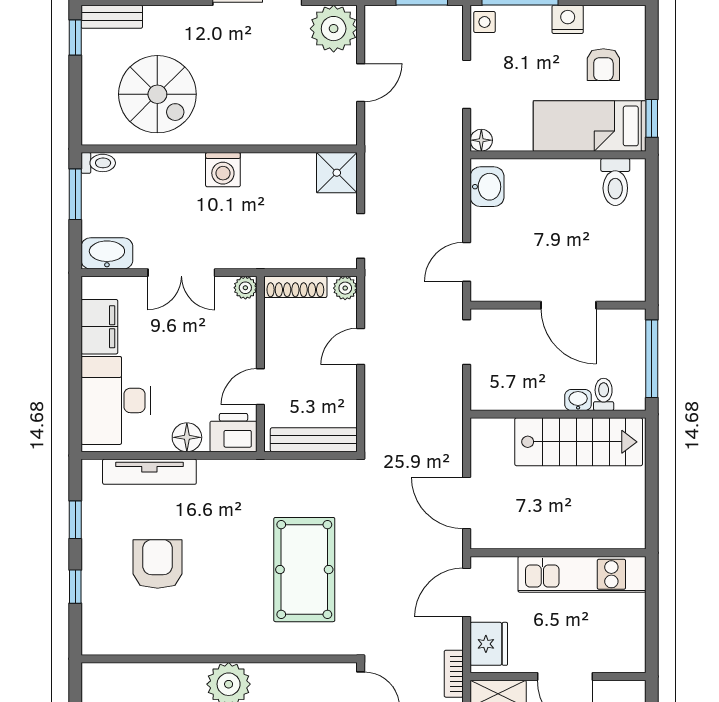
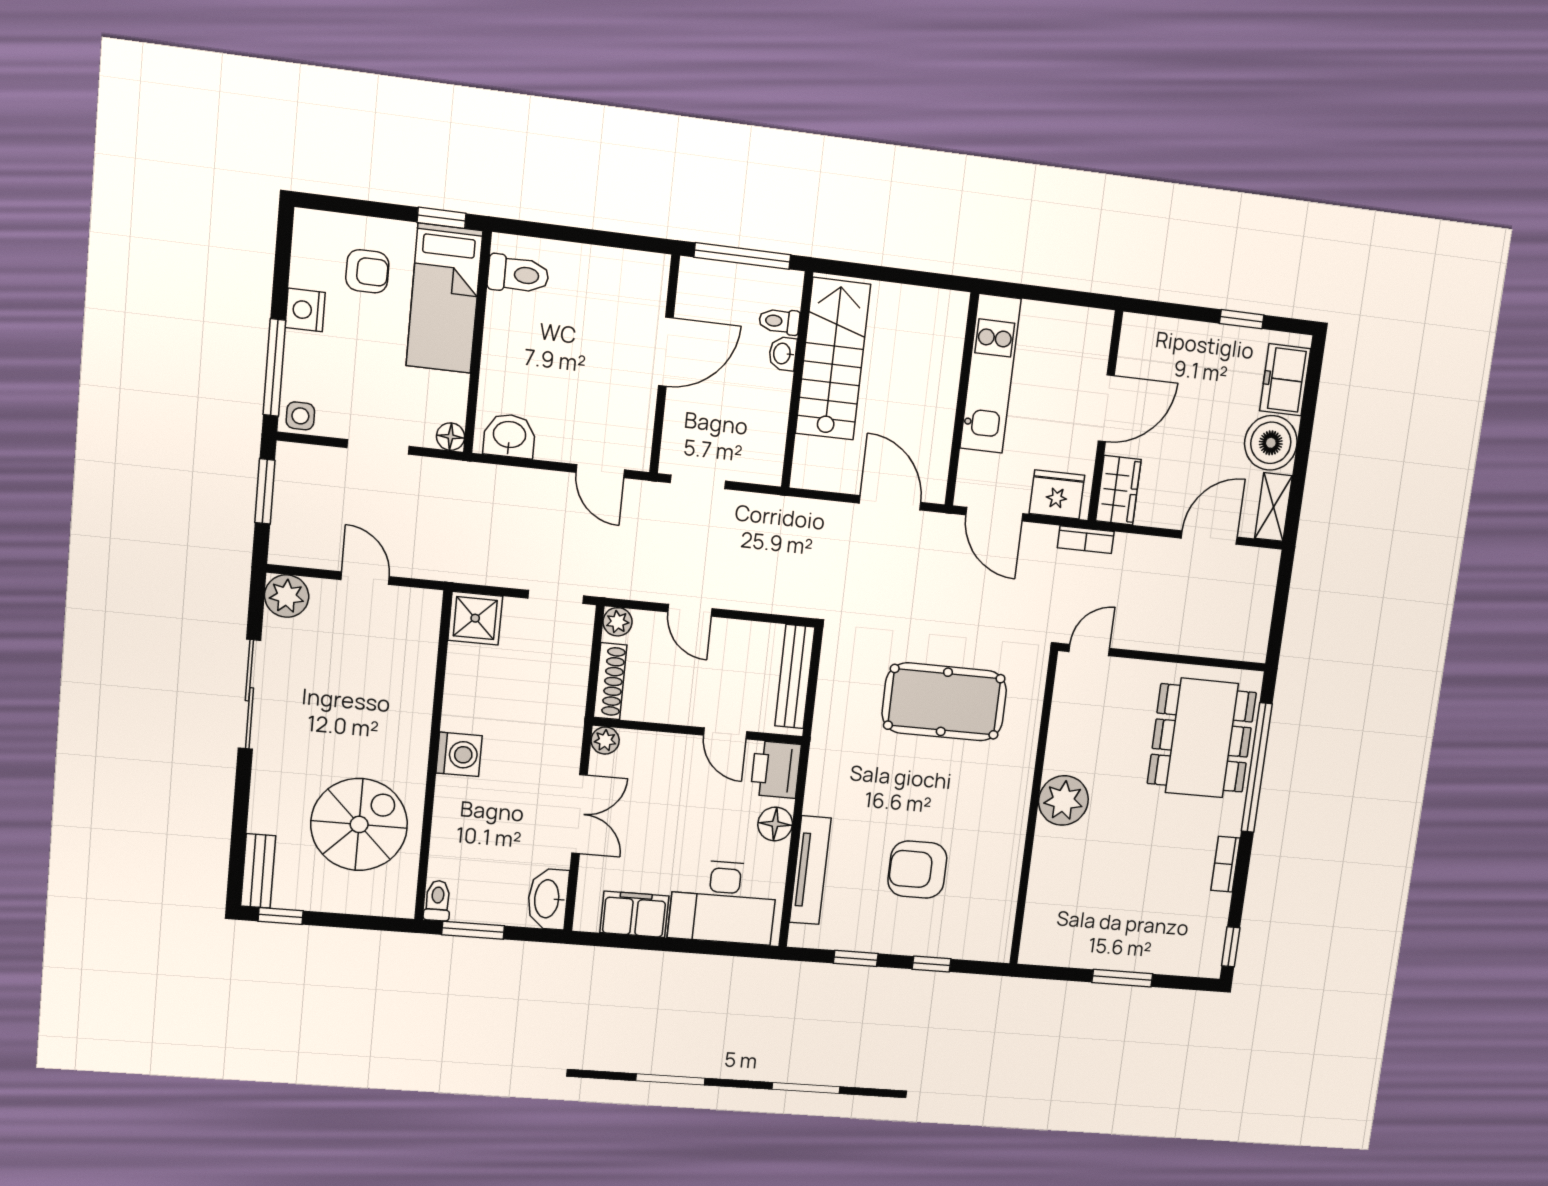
plant: (334, 29) -> (287, 596), width x0.73, depth x0.73
door: (467, 503) -> (890, 503), swing flipped

